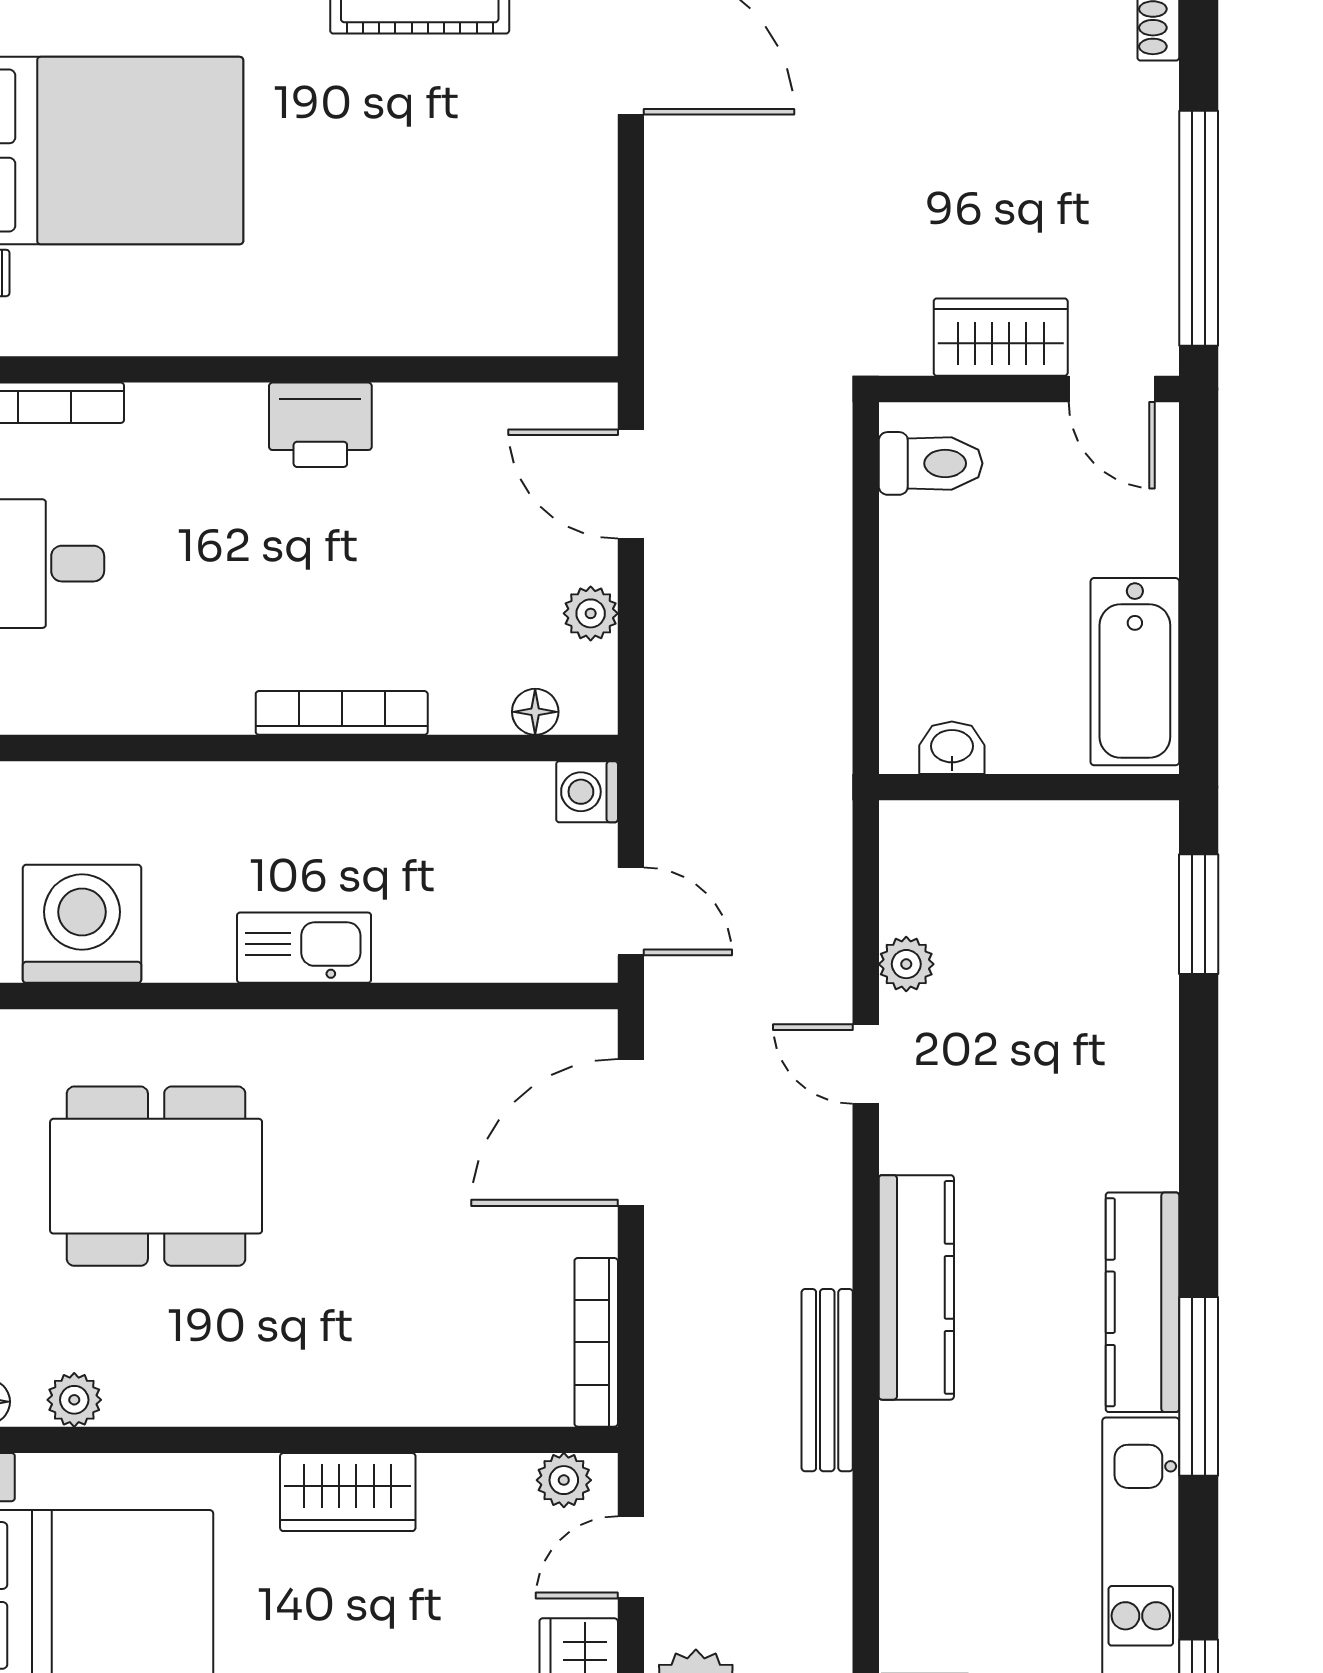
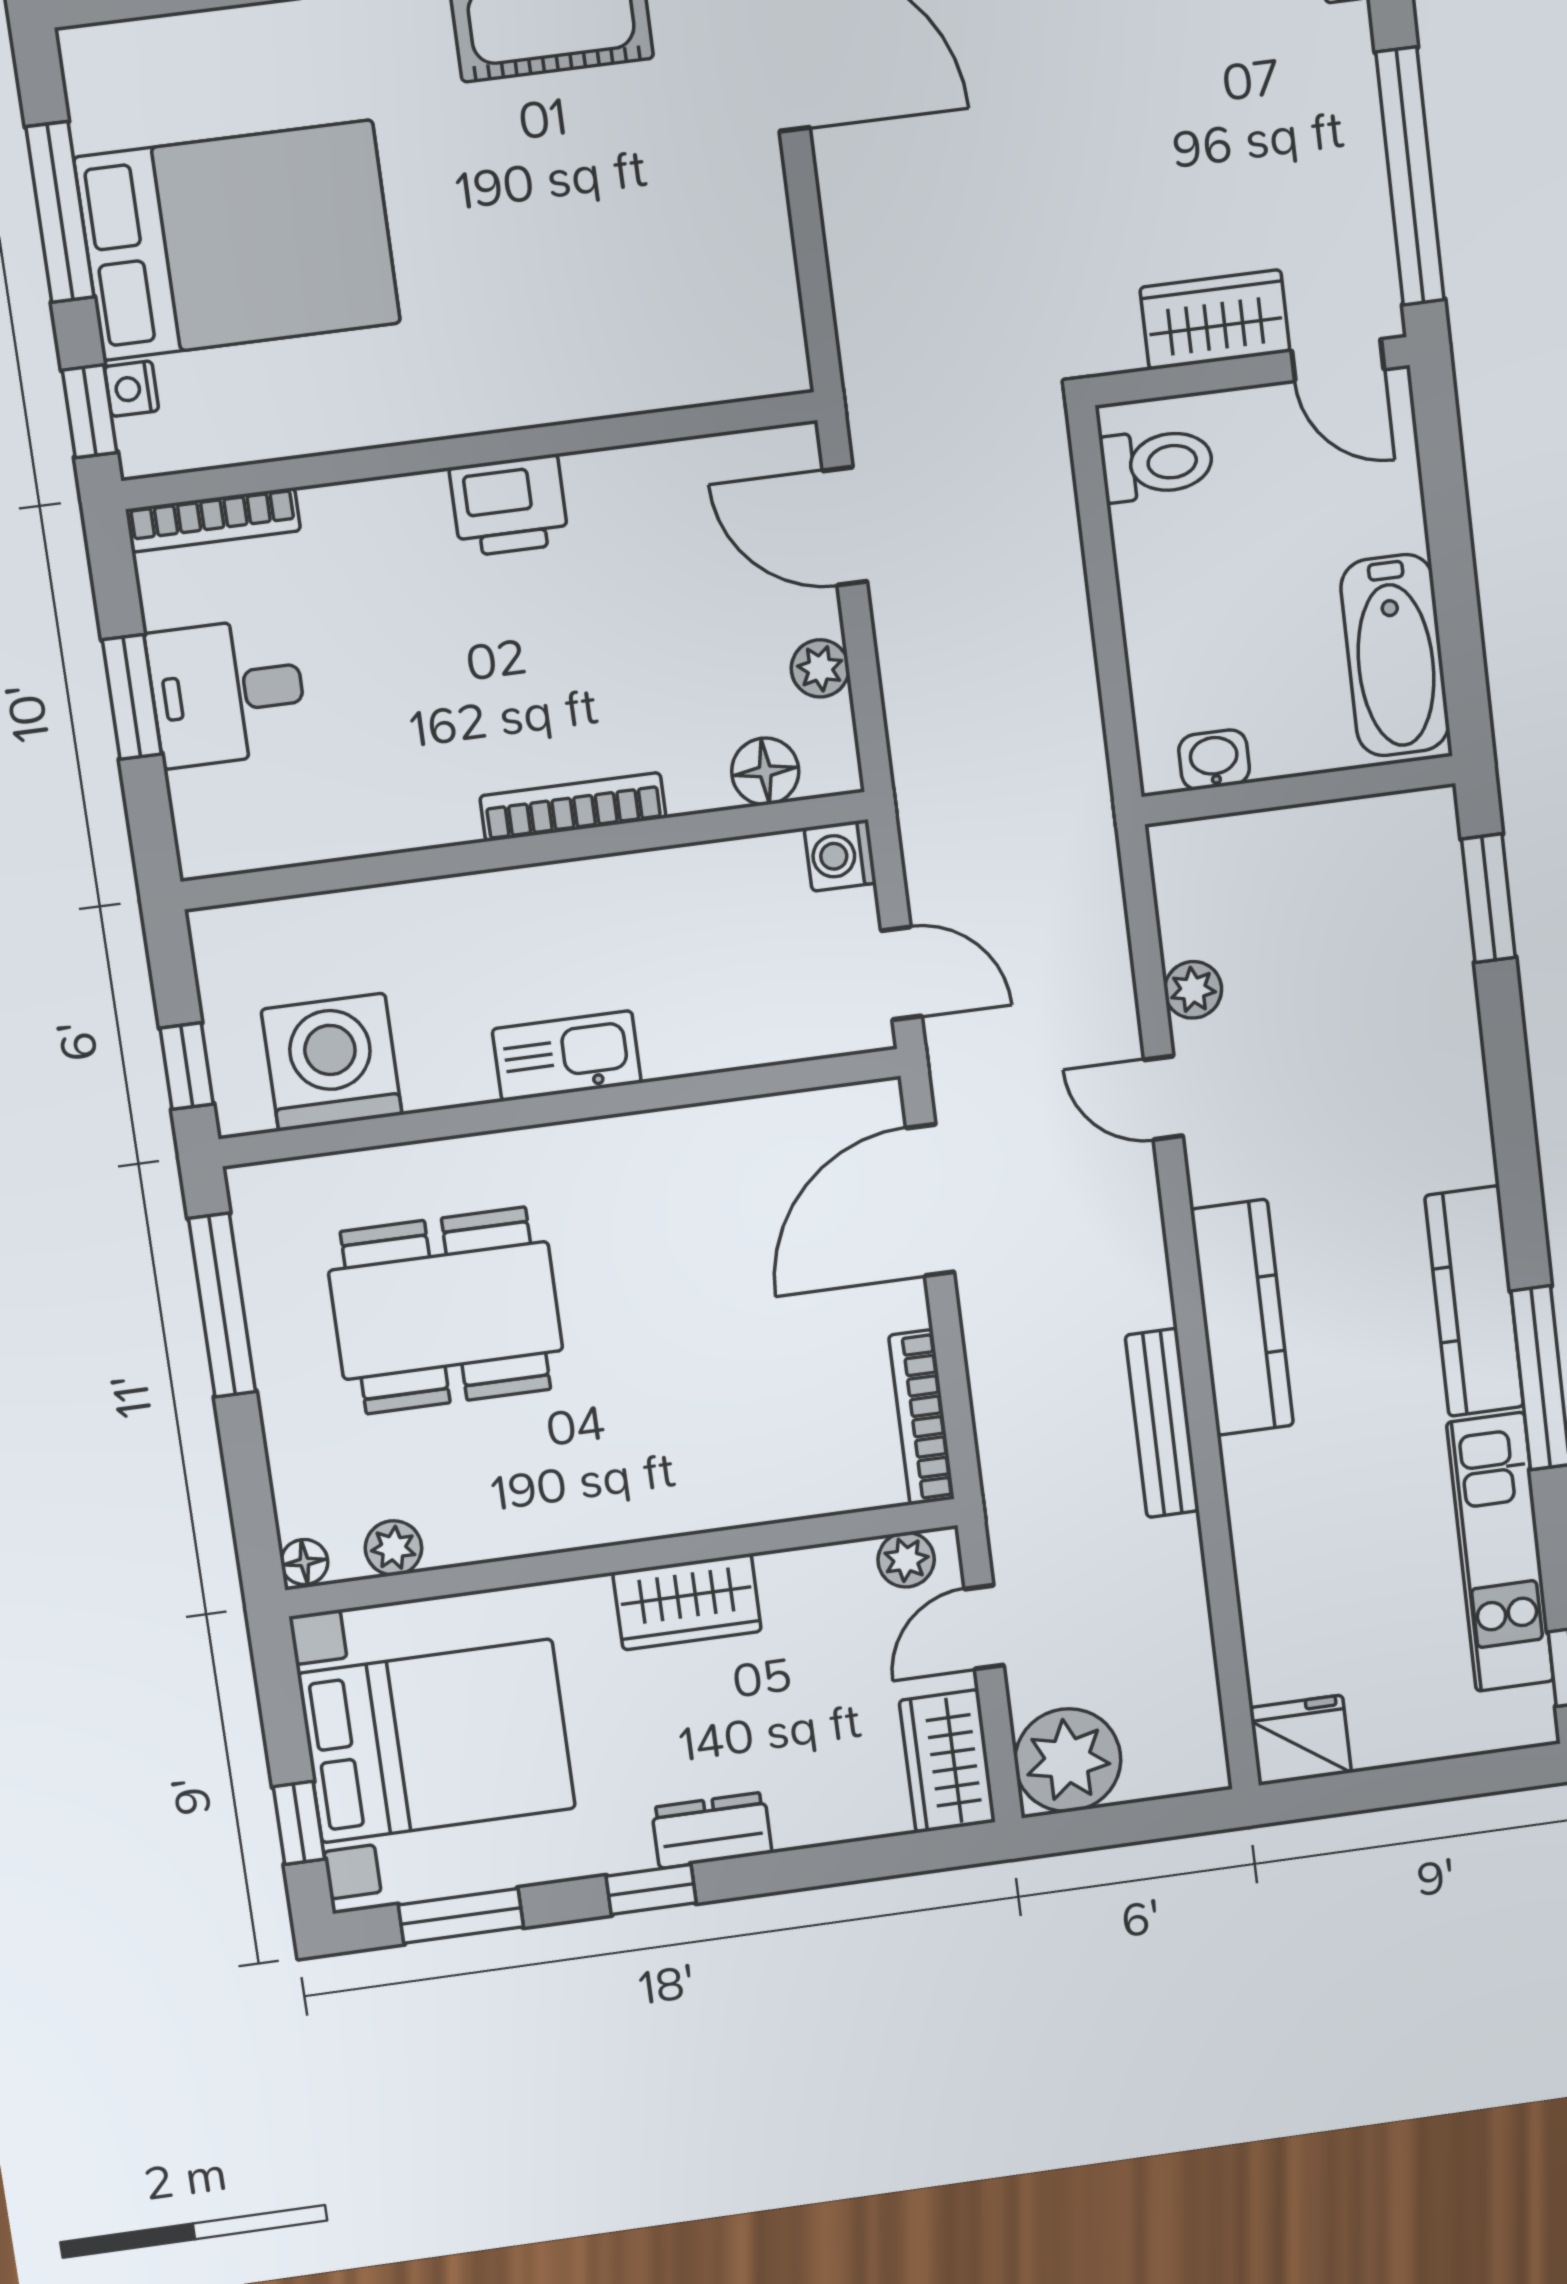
floor lamp: (535, 712) -> (765, 771), width x1.37, depth x1.37

